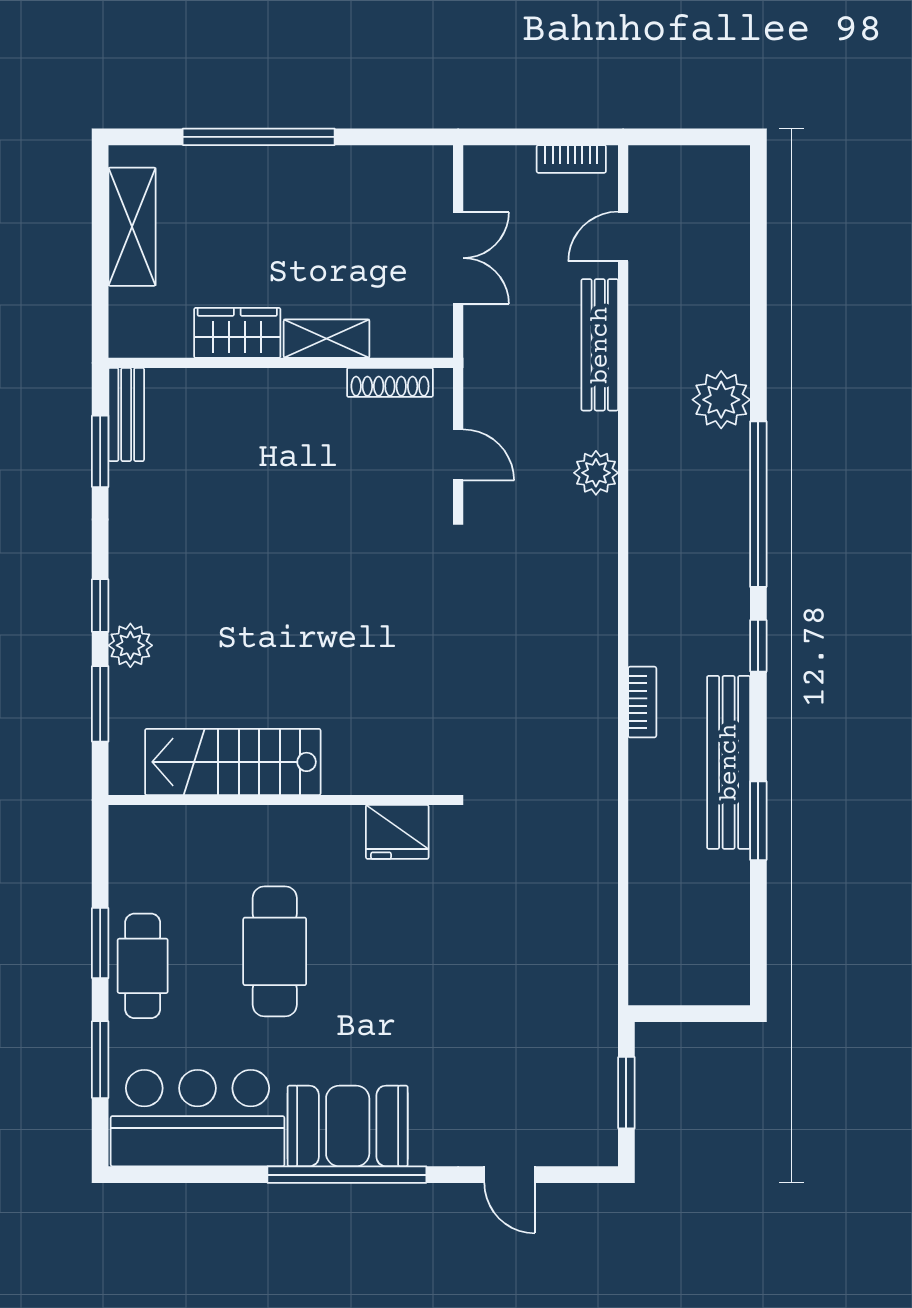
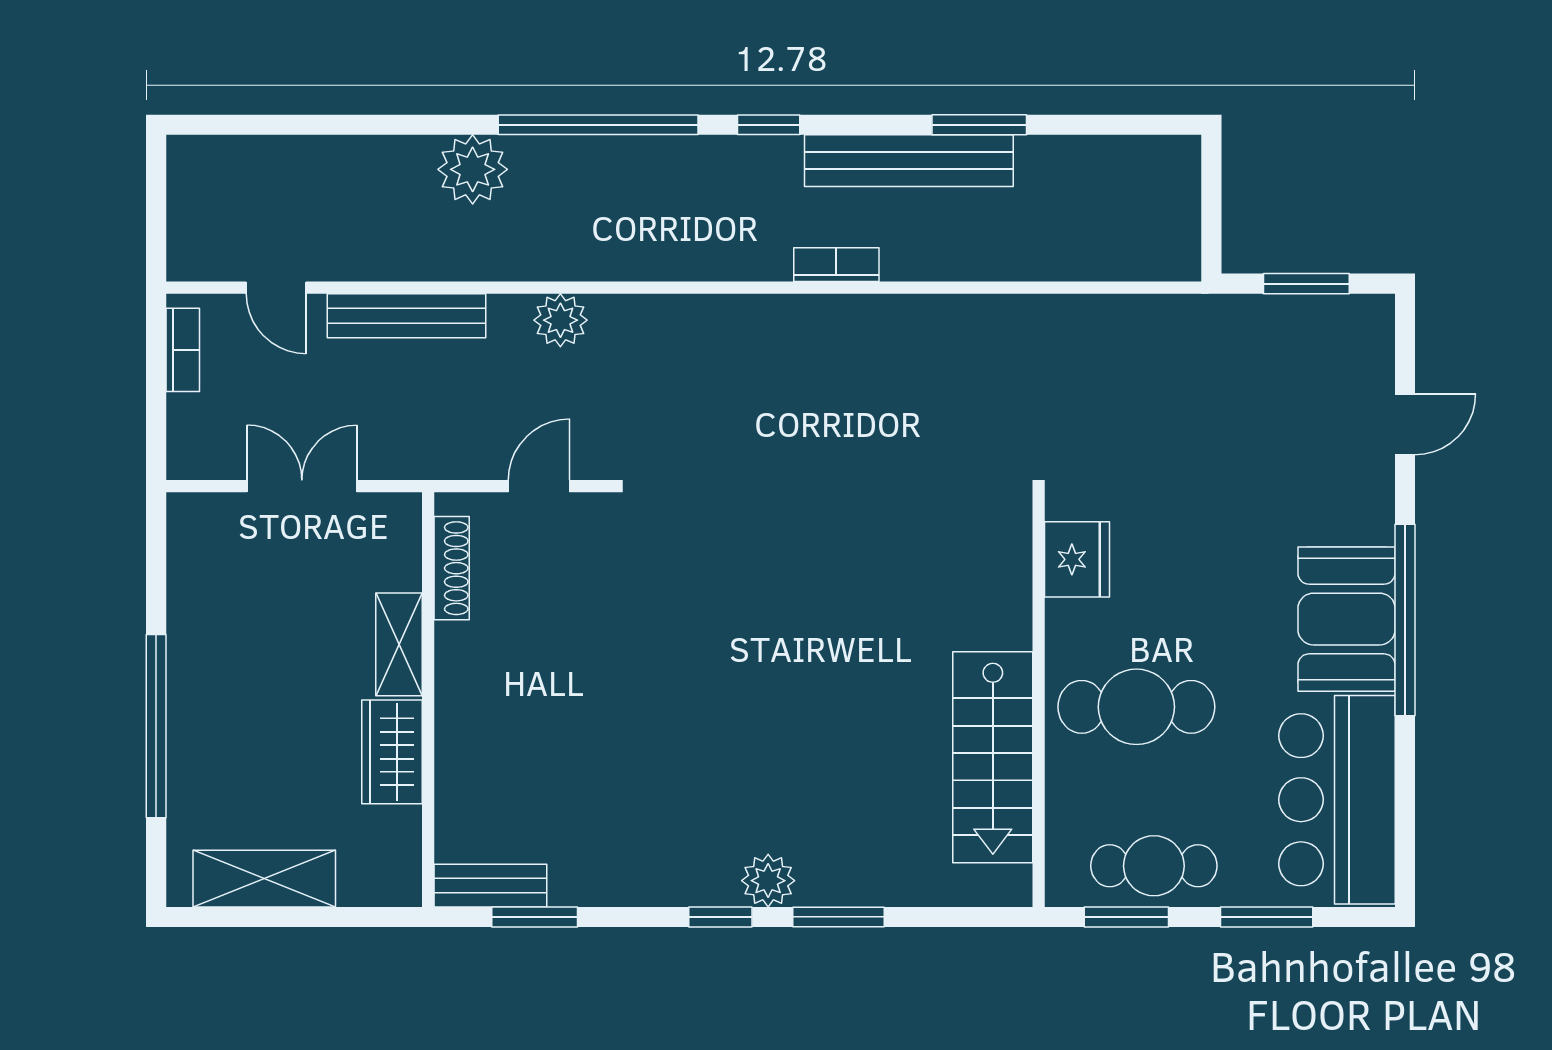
stairs: (233, 762) -> (993, 757), moved
wall: (281, 800) -> (1039, 700), moved
fridge: (397, 832) -> (1077, 559), moved

